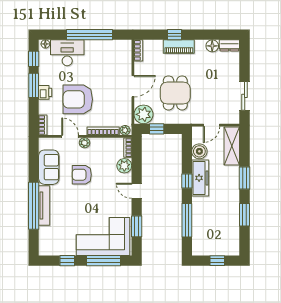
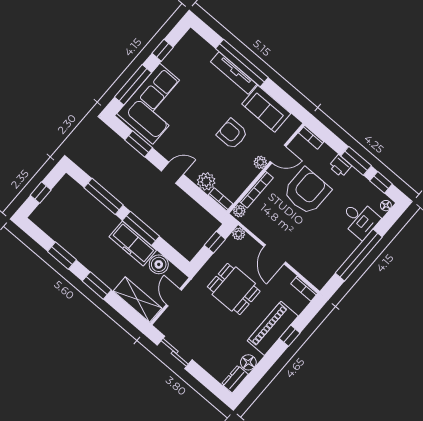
piano: (179, 47) -> (273, 328), width x1.37, depth x1.33
desk: (67, 53) -> (360, 219), width x0.73
plant: (144, 114) -> (239, 234), width x0.53, depth x0.53
armchair: (82, 175) -> (232, 134), turned -90
window: (187, 181) -> (141, 228), width x2.17

